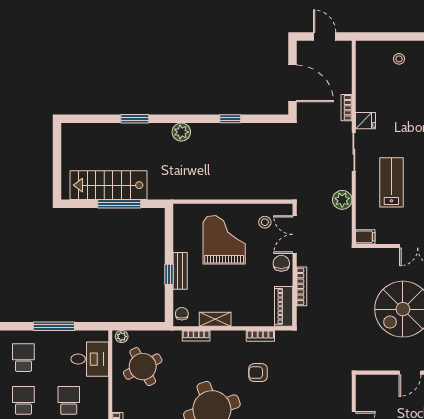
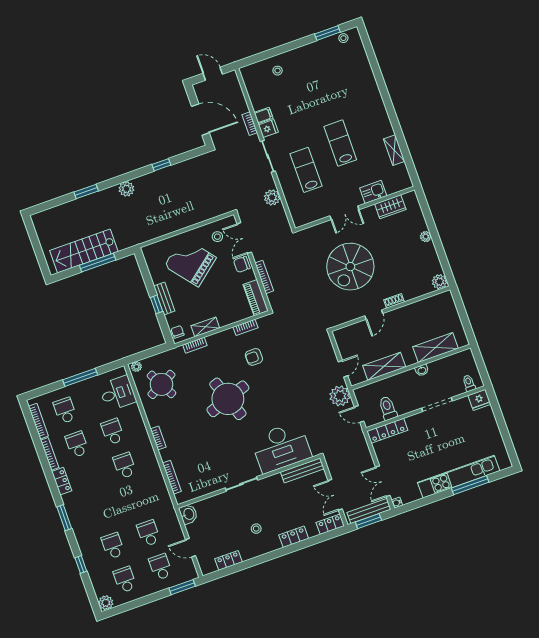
filing cabinet: (365, 237) -> (264, 115), moved
grand piano: (224, 240) -> (190, 262), turned -39
chair: (281, 263) -> (242, 264), turned -90

